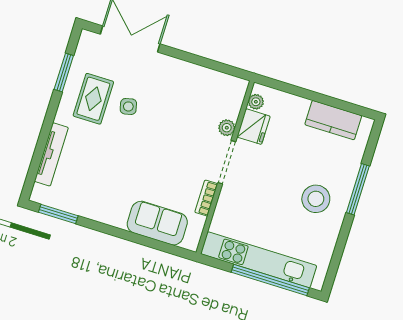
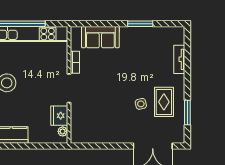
plant: (227, 128) -> (76, 110), removed
tv unit: (51, 154) -> (179, 59), width x0.71
window: (58, 214) -> (140, 24), moved

